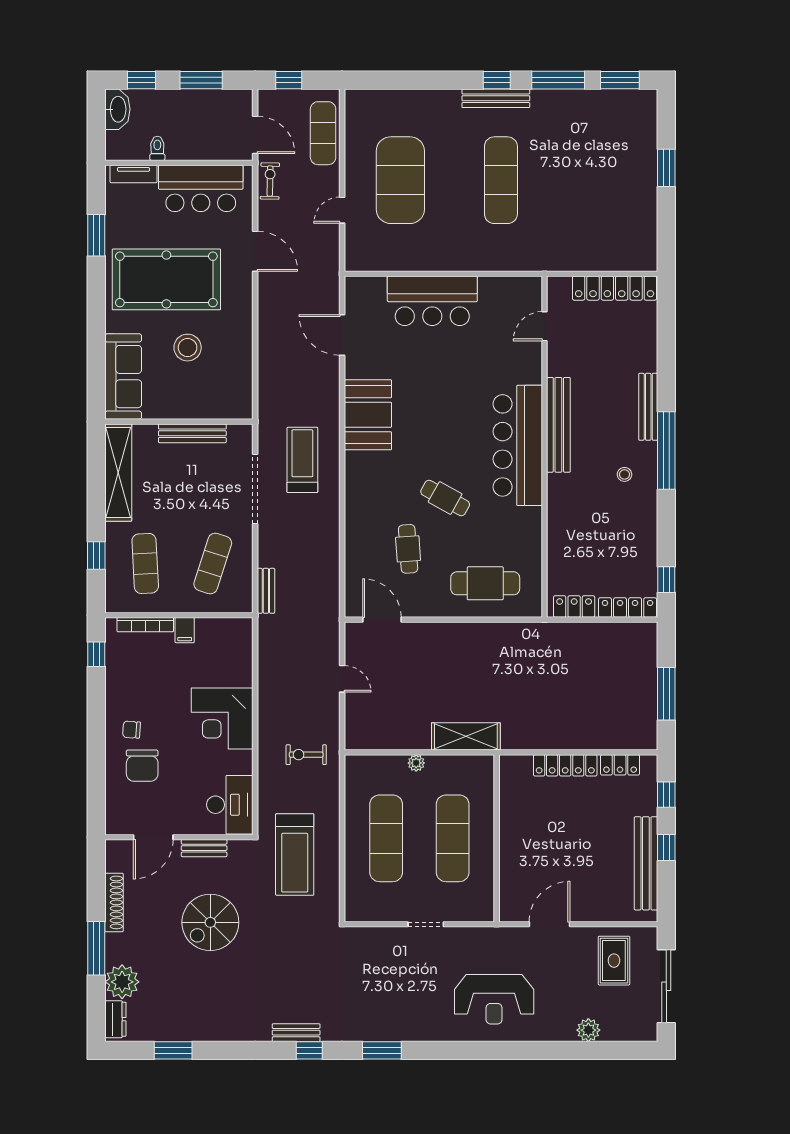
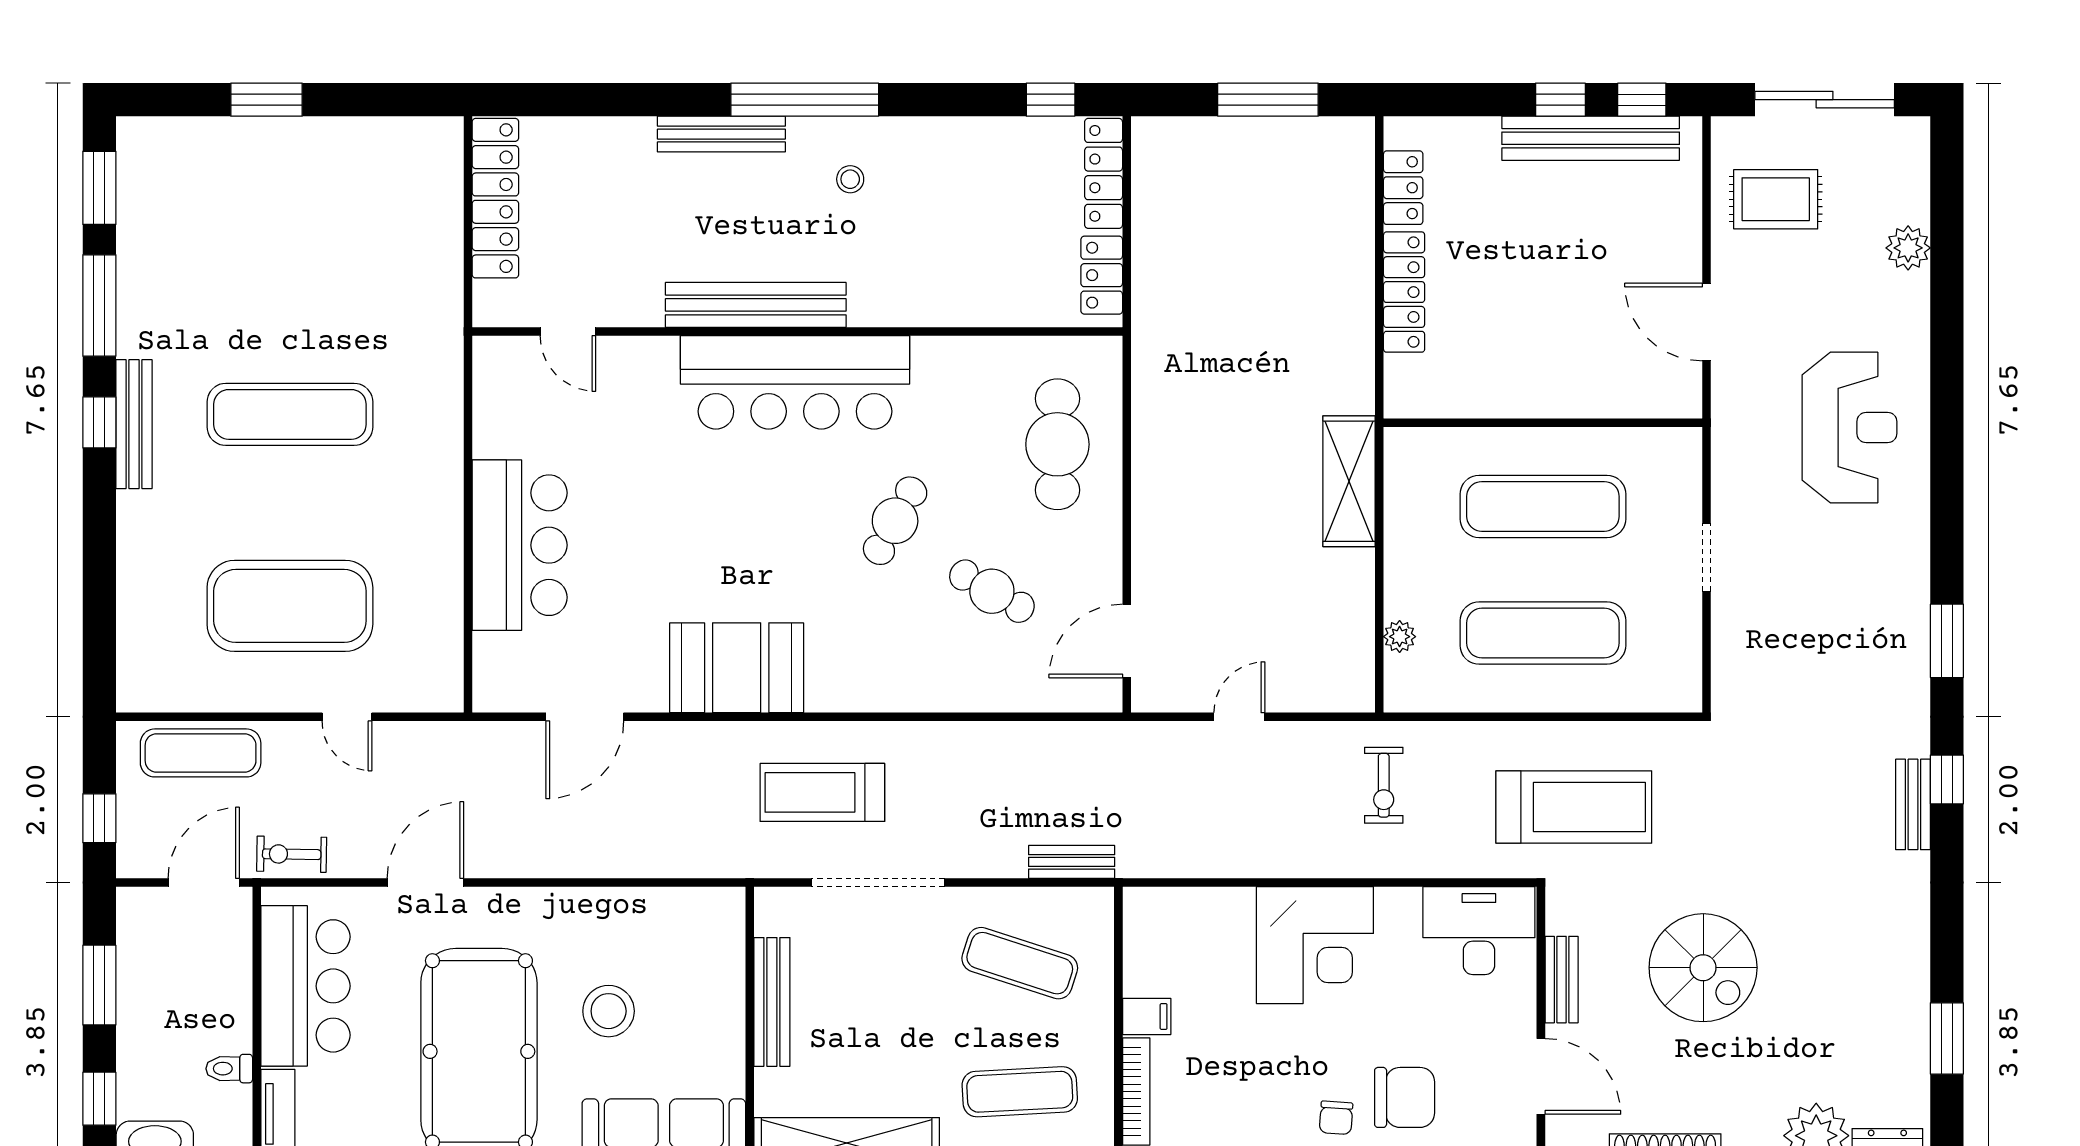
cafe table: (408, 549) -> (992, 591), turned 34
plant: (416, 763) -> (1400, 637), moved
window: (666, 795) -> (1642, 100), moved

